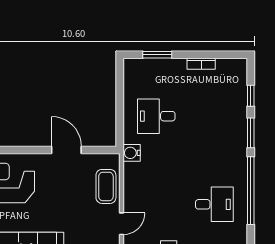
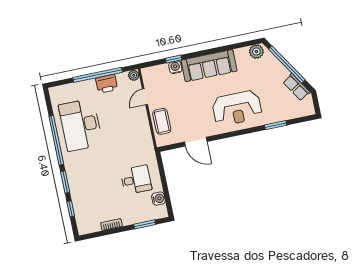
water cooler: (132, 153) -> (158, 199), moved
desk: (214, 204) -> (81, 125), width x1.87, depth x1.30

